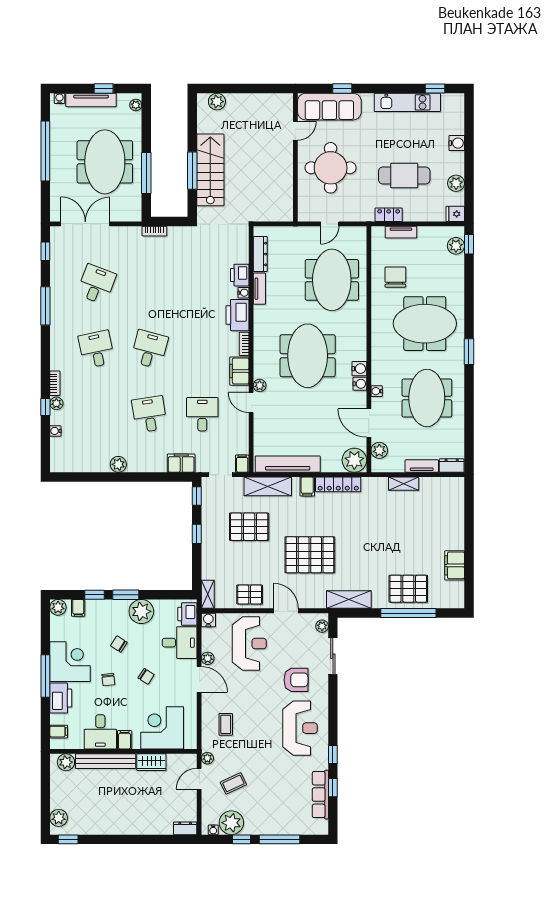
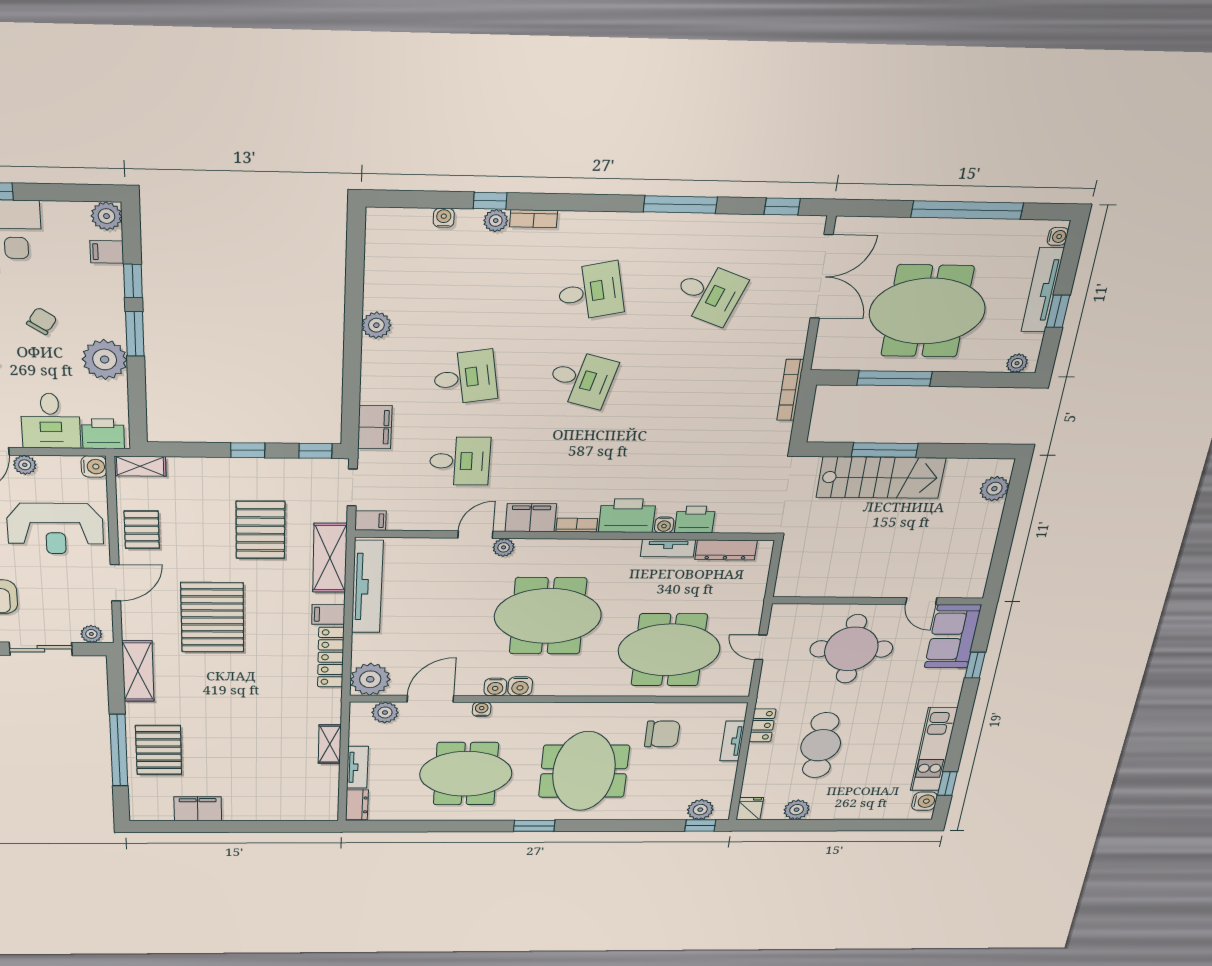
sofa: (329, 107) -> (953, 636), width x0.73
water cooler: (457, 143) -> (924, 801), moved, turned -90
bookcase: (154, 231) -> (790, 390), width x1.56

